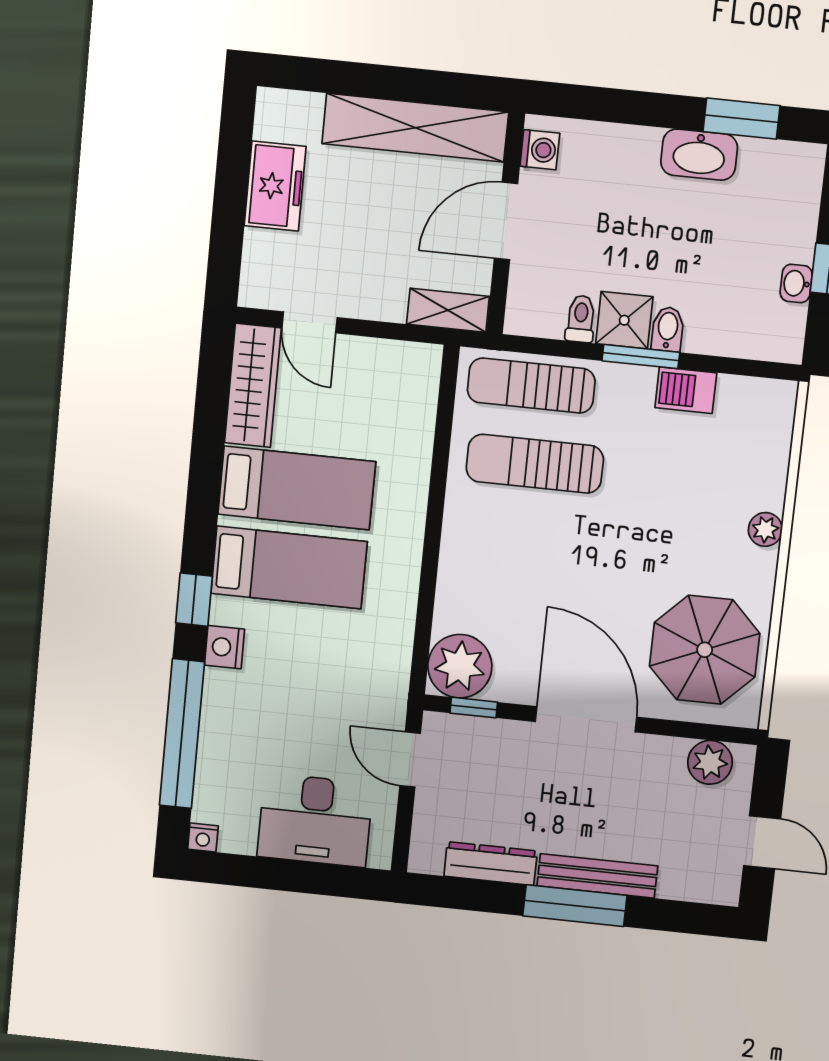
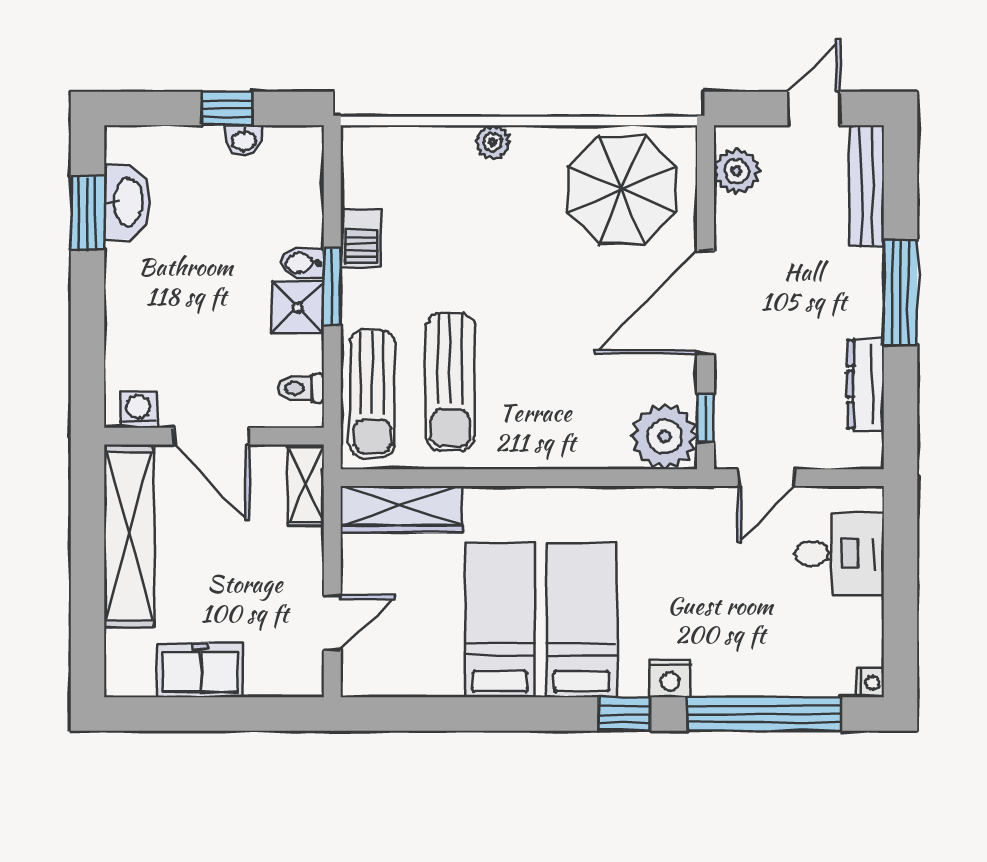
washbasin: (699, 155) -> (127, 202), moved
toilet: (581, 319) -> (301, 388), moved
wardrobe: (253, 385) -> (401, 509), moved, turned 180
desk: (315, 820) -> (839, 554), width x0.73
bench: (597, 876) -> (867, 186), moved

